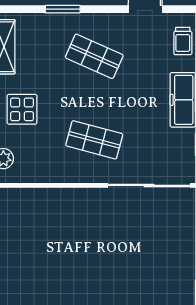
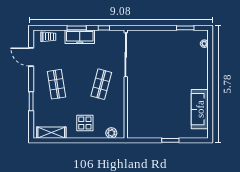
shop shelf: (94, 56) -> (56, 84), turned -33

